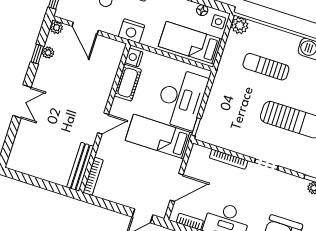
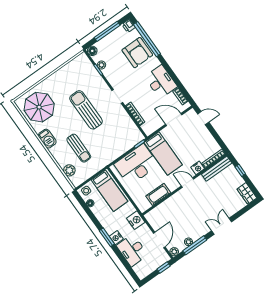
plant: (240, 25) -> (69, 170), moved
window: (37, 54) -> (195, 245), width x2.17
nightstand: (134, 57) -> (198, 168), moved
wardrobe: (21, 164) -> (247, 193), added
window: (50, 186) -> (240, 170), added

